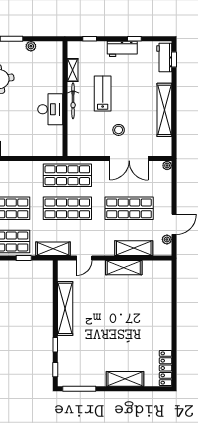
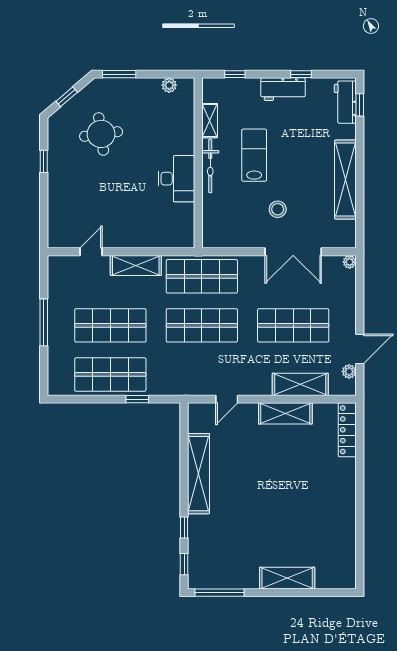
plant: (31, 46) -> (169, 85), moved
shelving: (53, 249) -> (136, 265), moved
locker: (166, 368) -> (347, 430), moved

